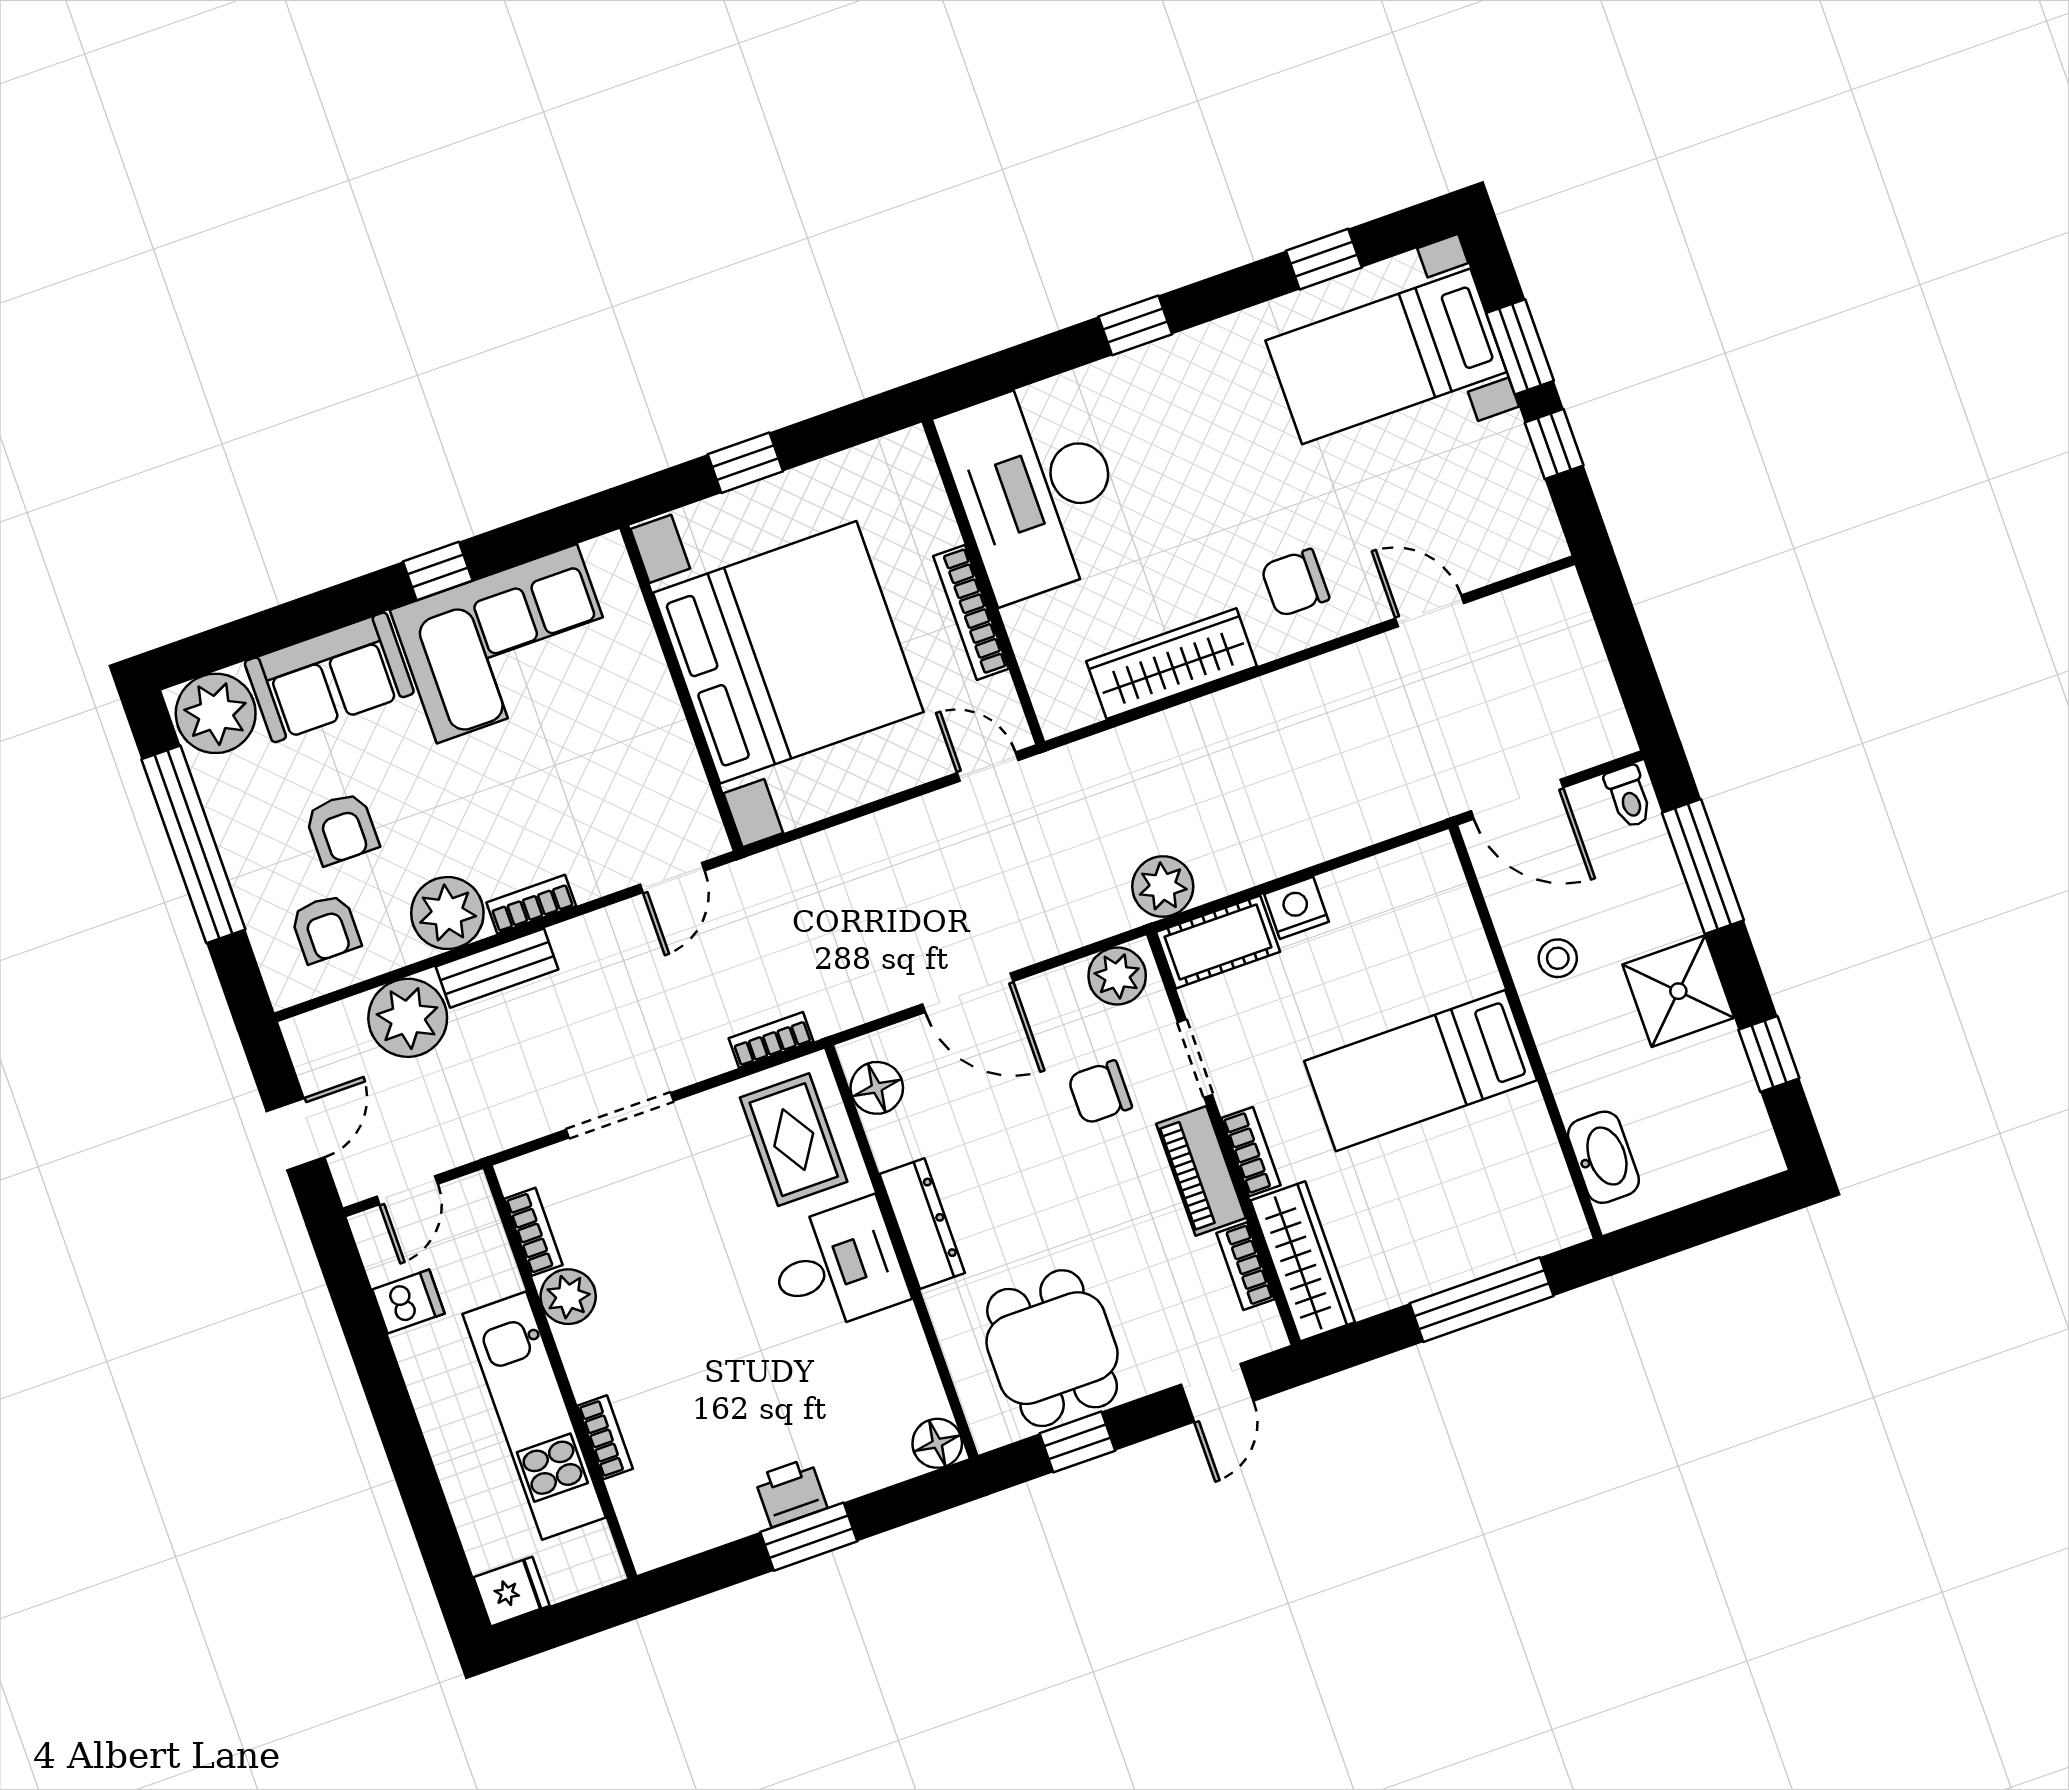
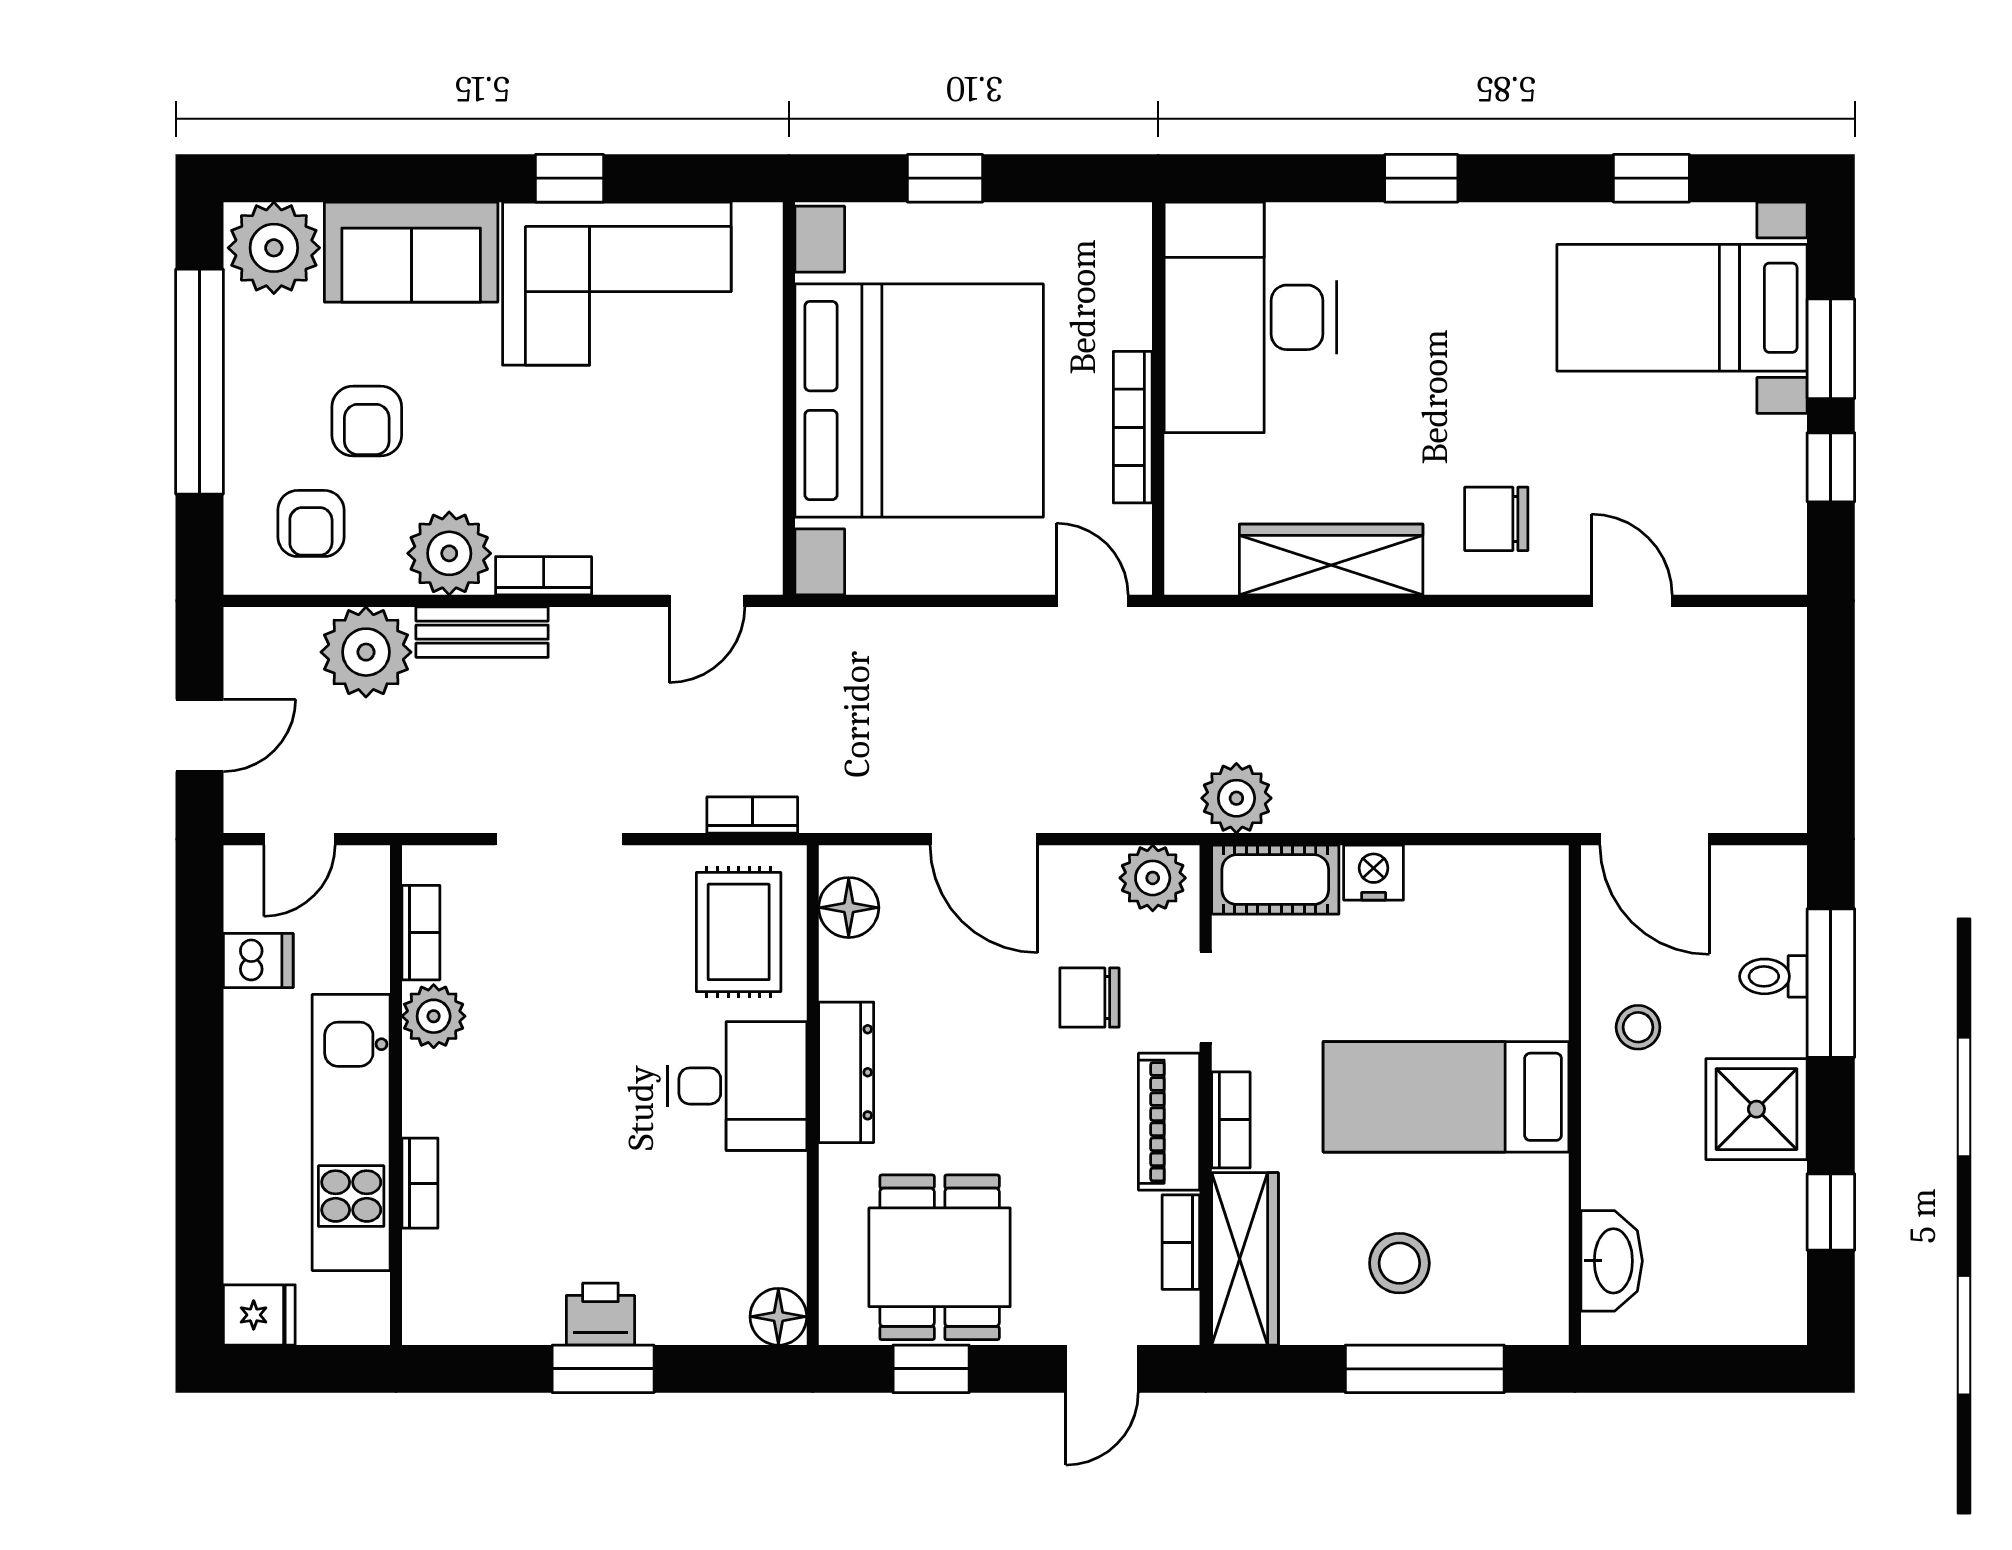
toilet: (1629, 797) -> (1773, 976), moved, turned 90
stool: (1430, 1220) -> (1399, 1263), added

